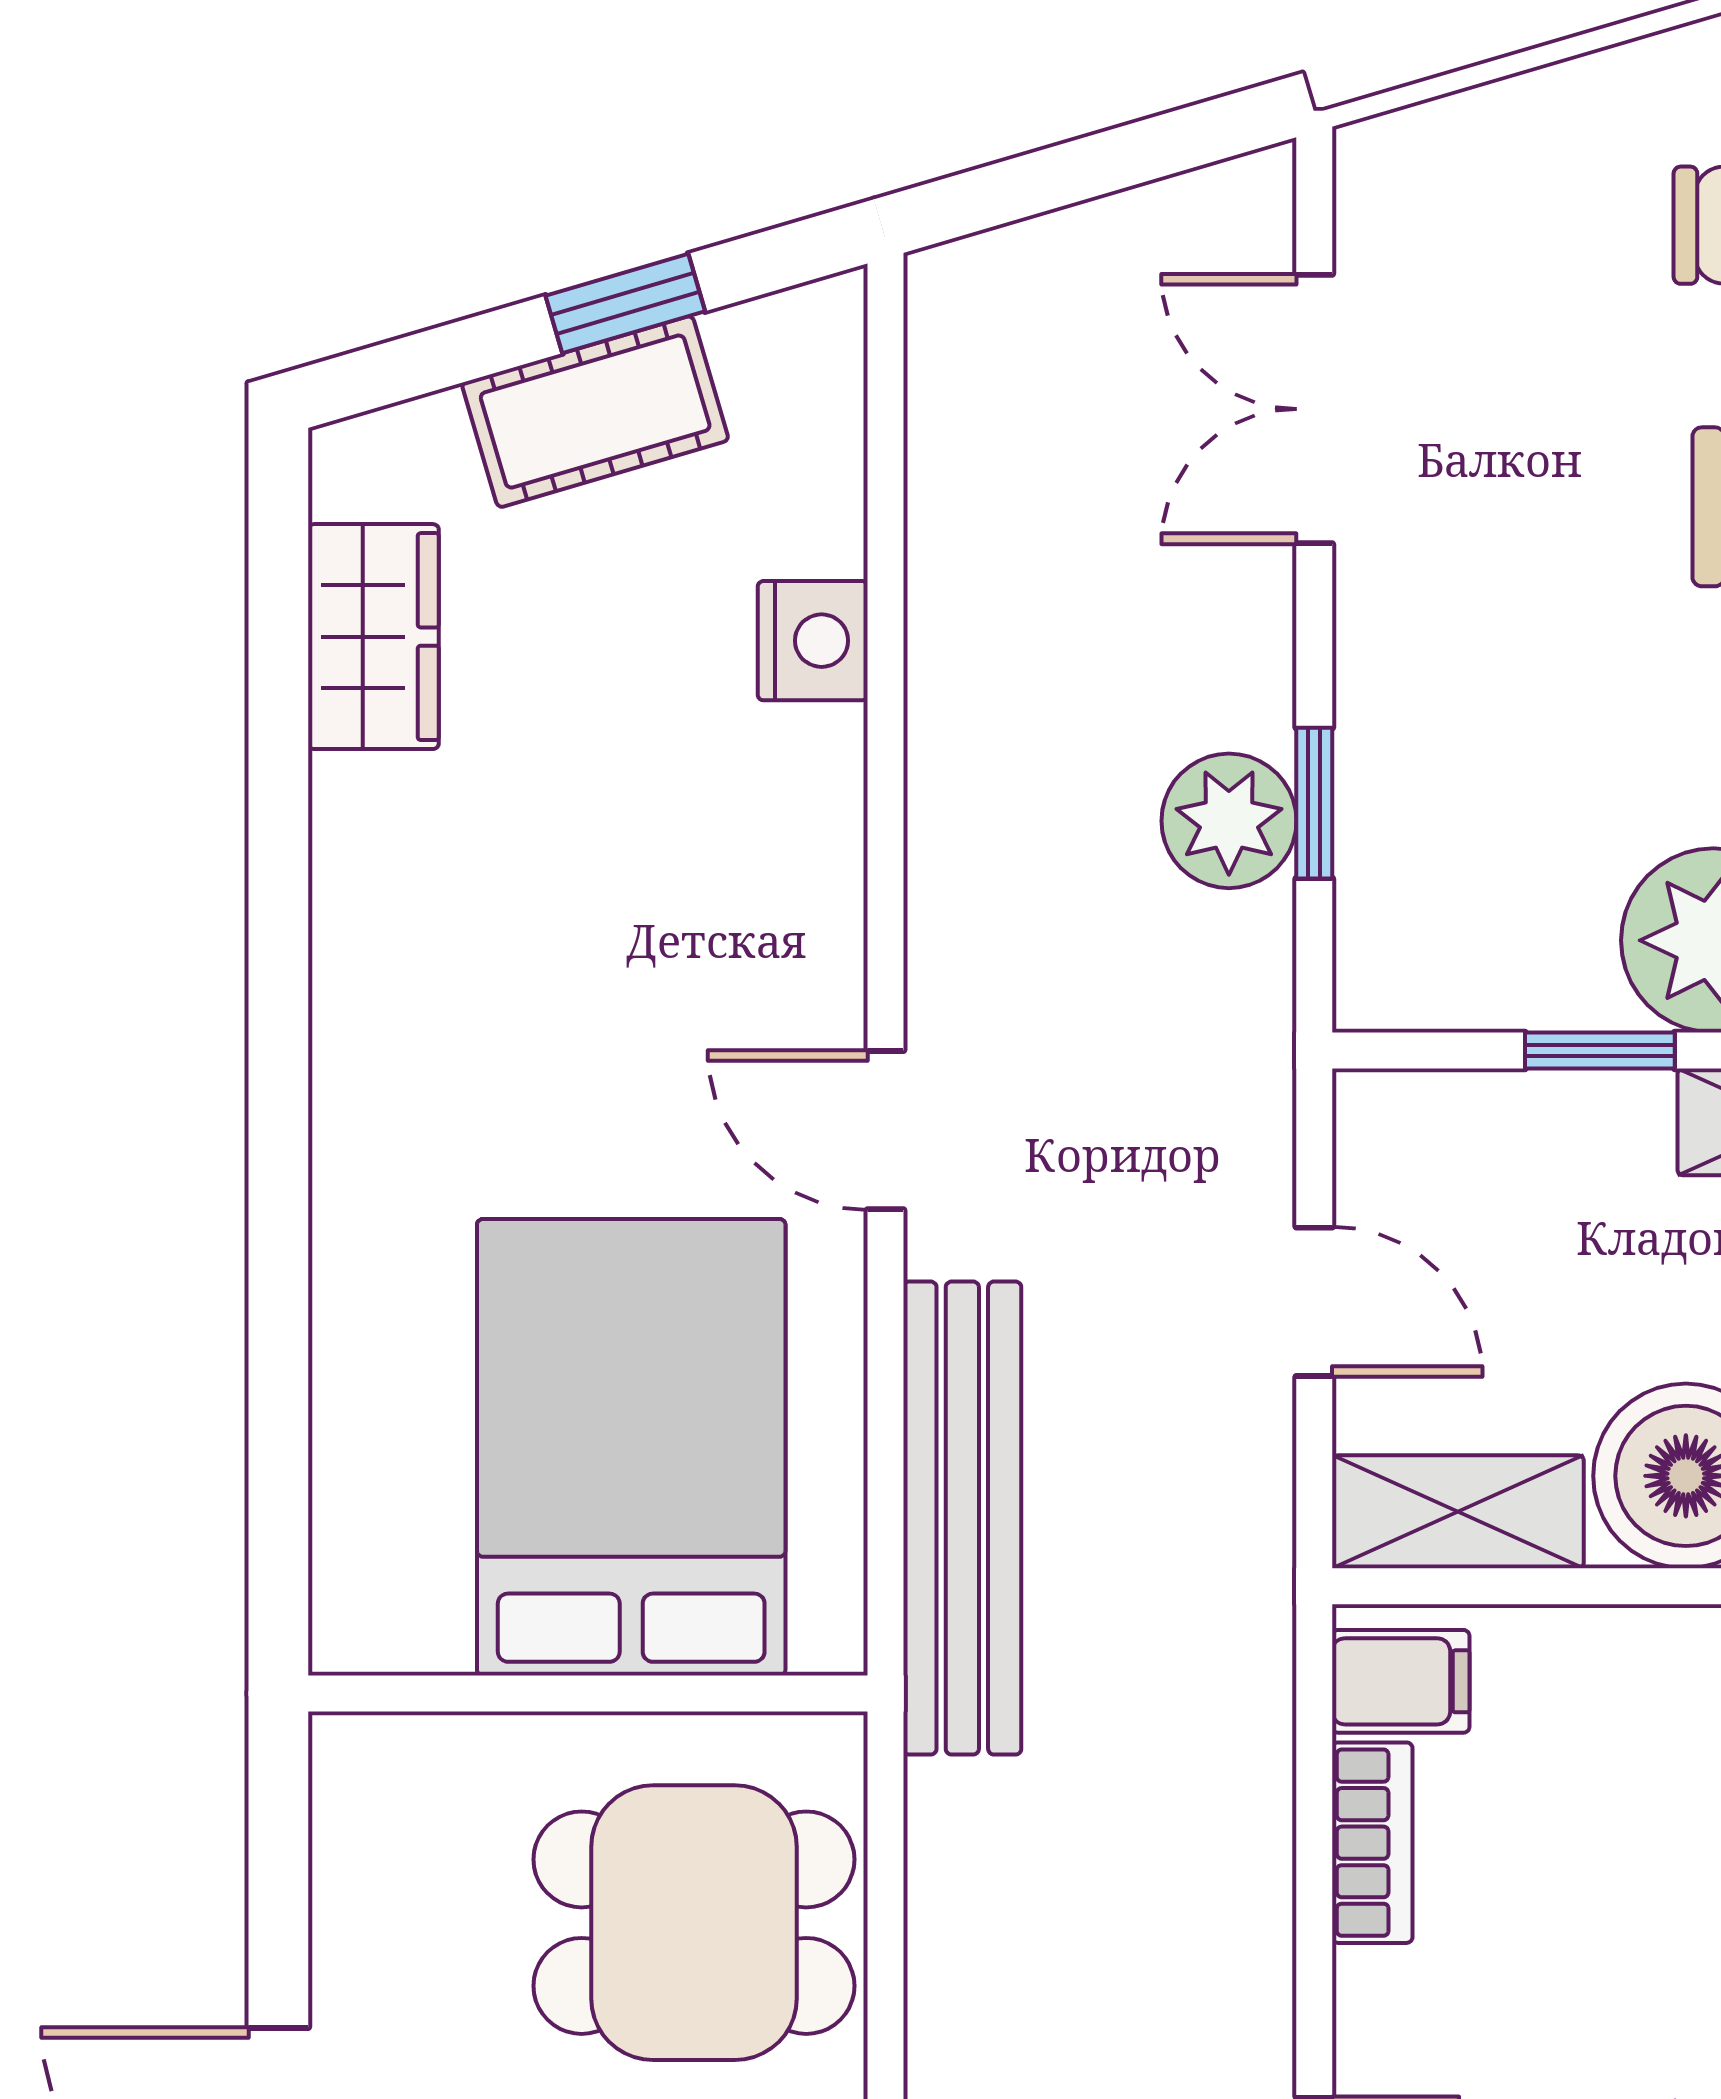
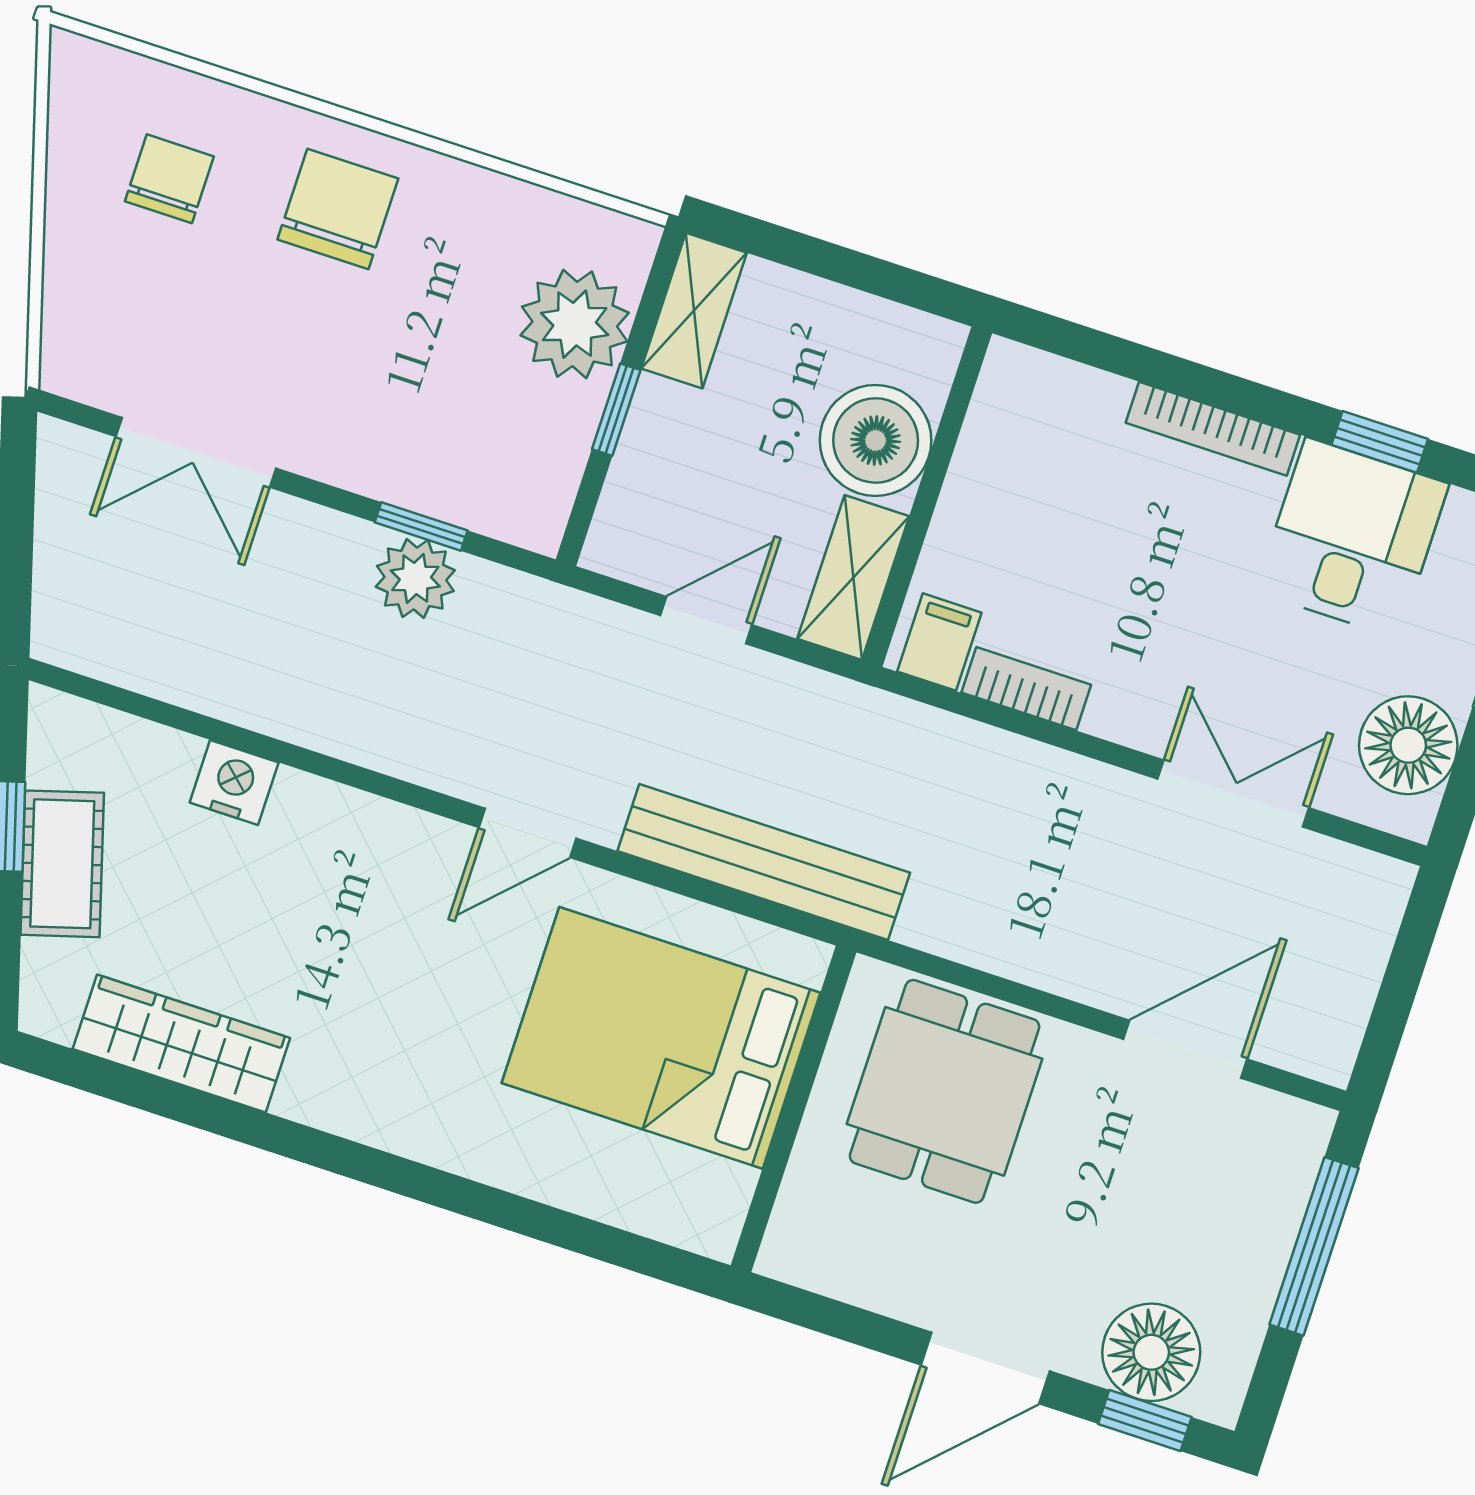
wardrobe: (373, 637) -> (181, 1043), width x1.50

